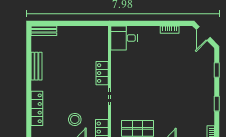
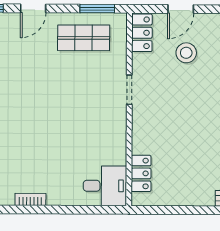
locker: (102, 73) -> (141, 173), moved

